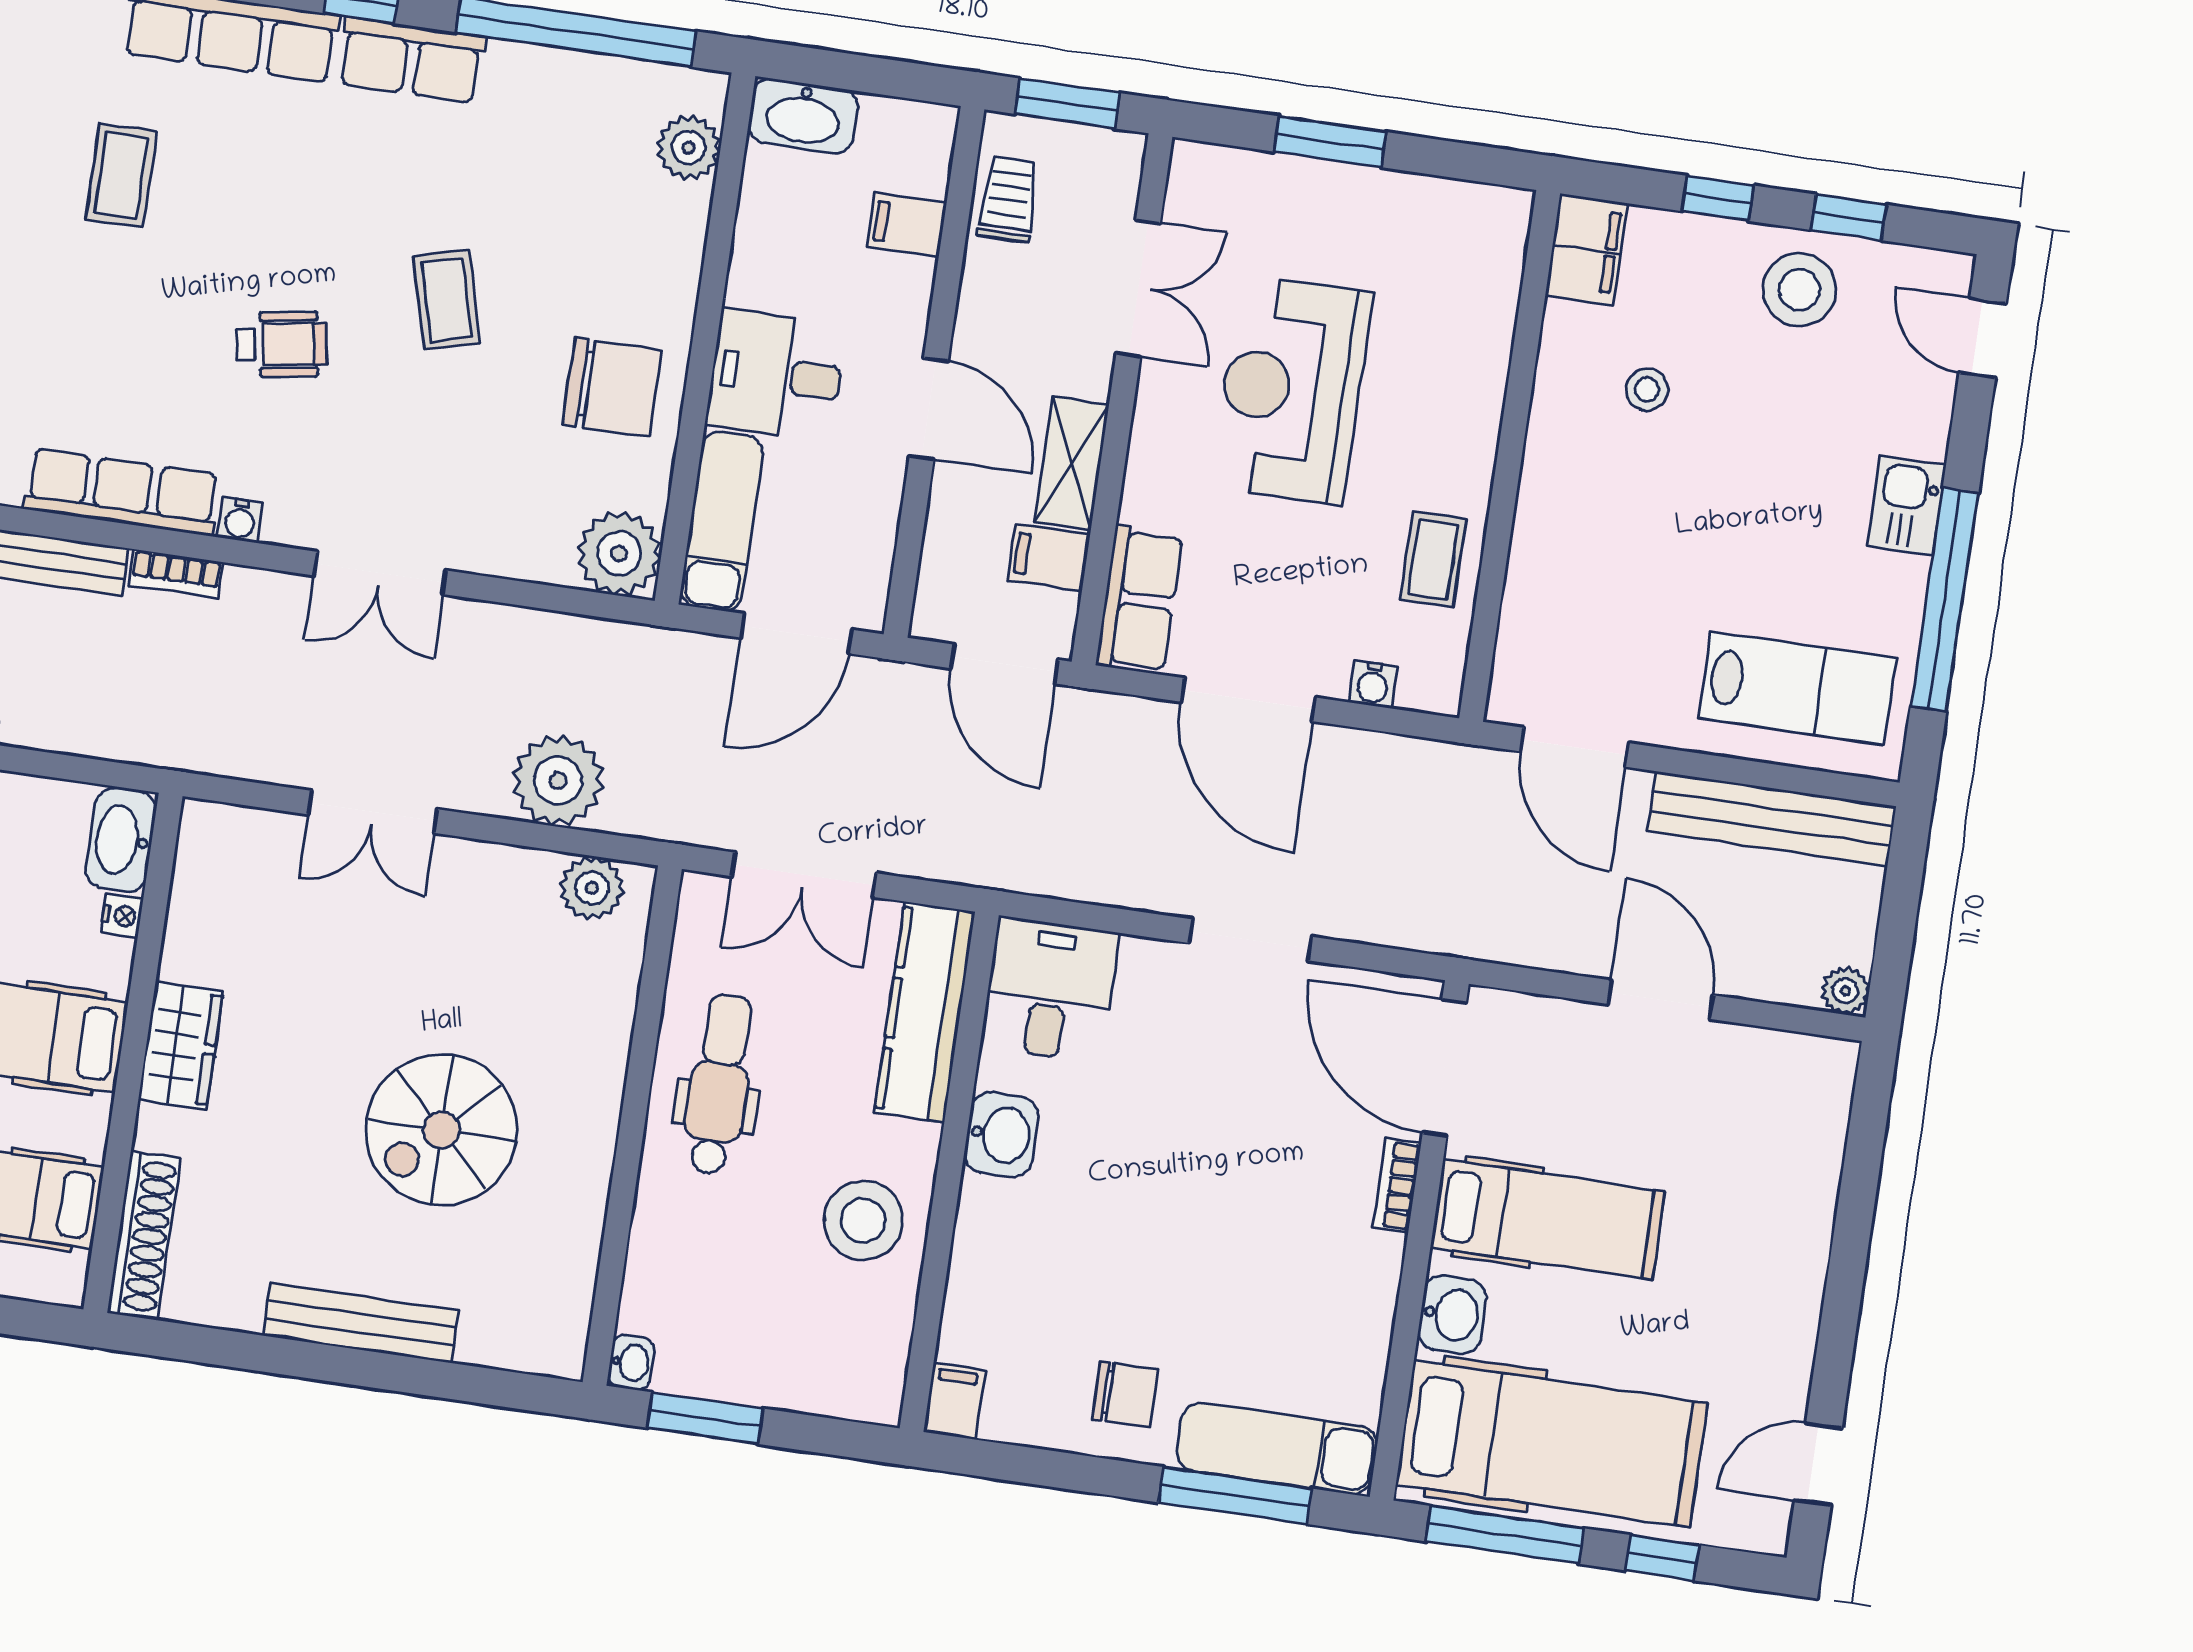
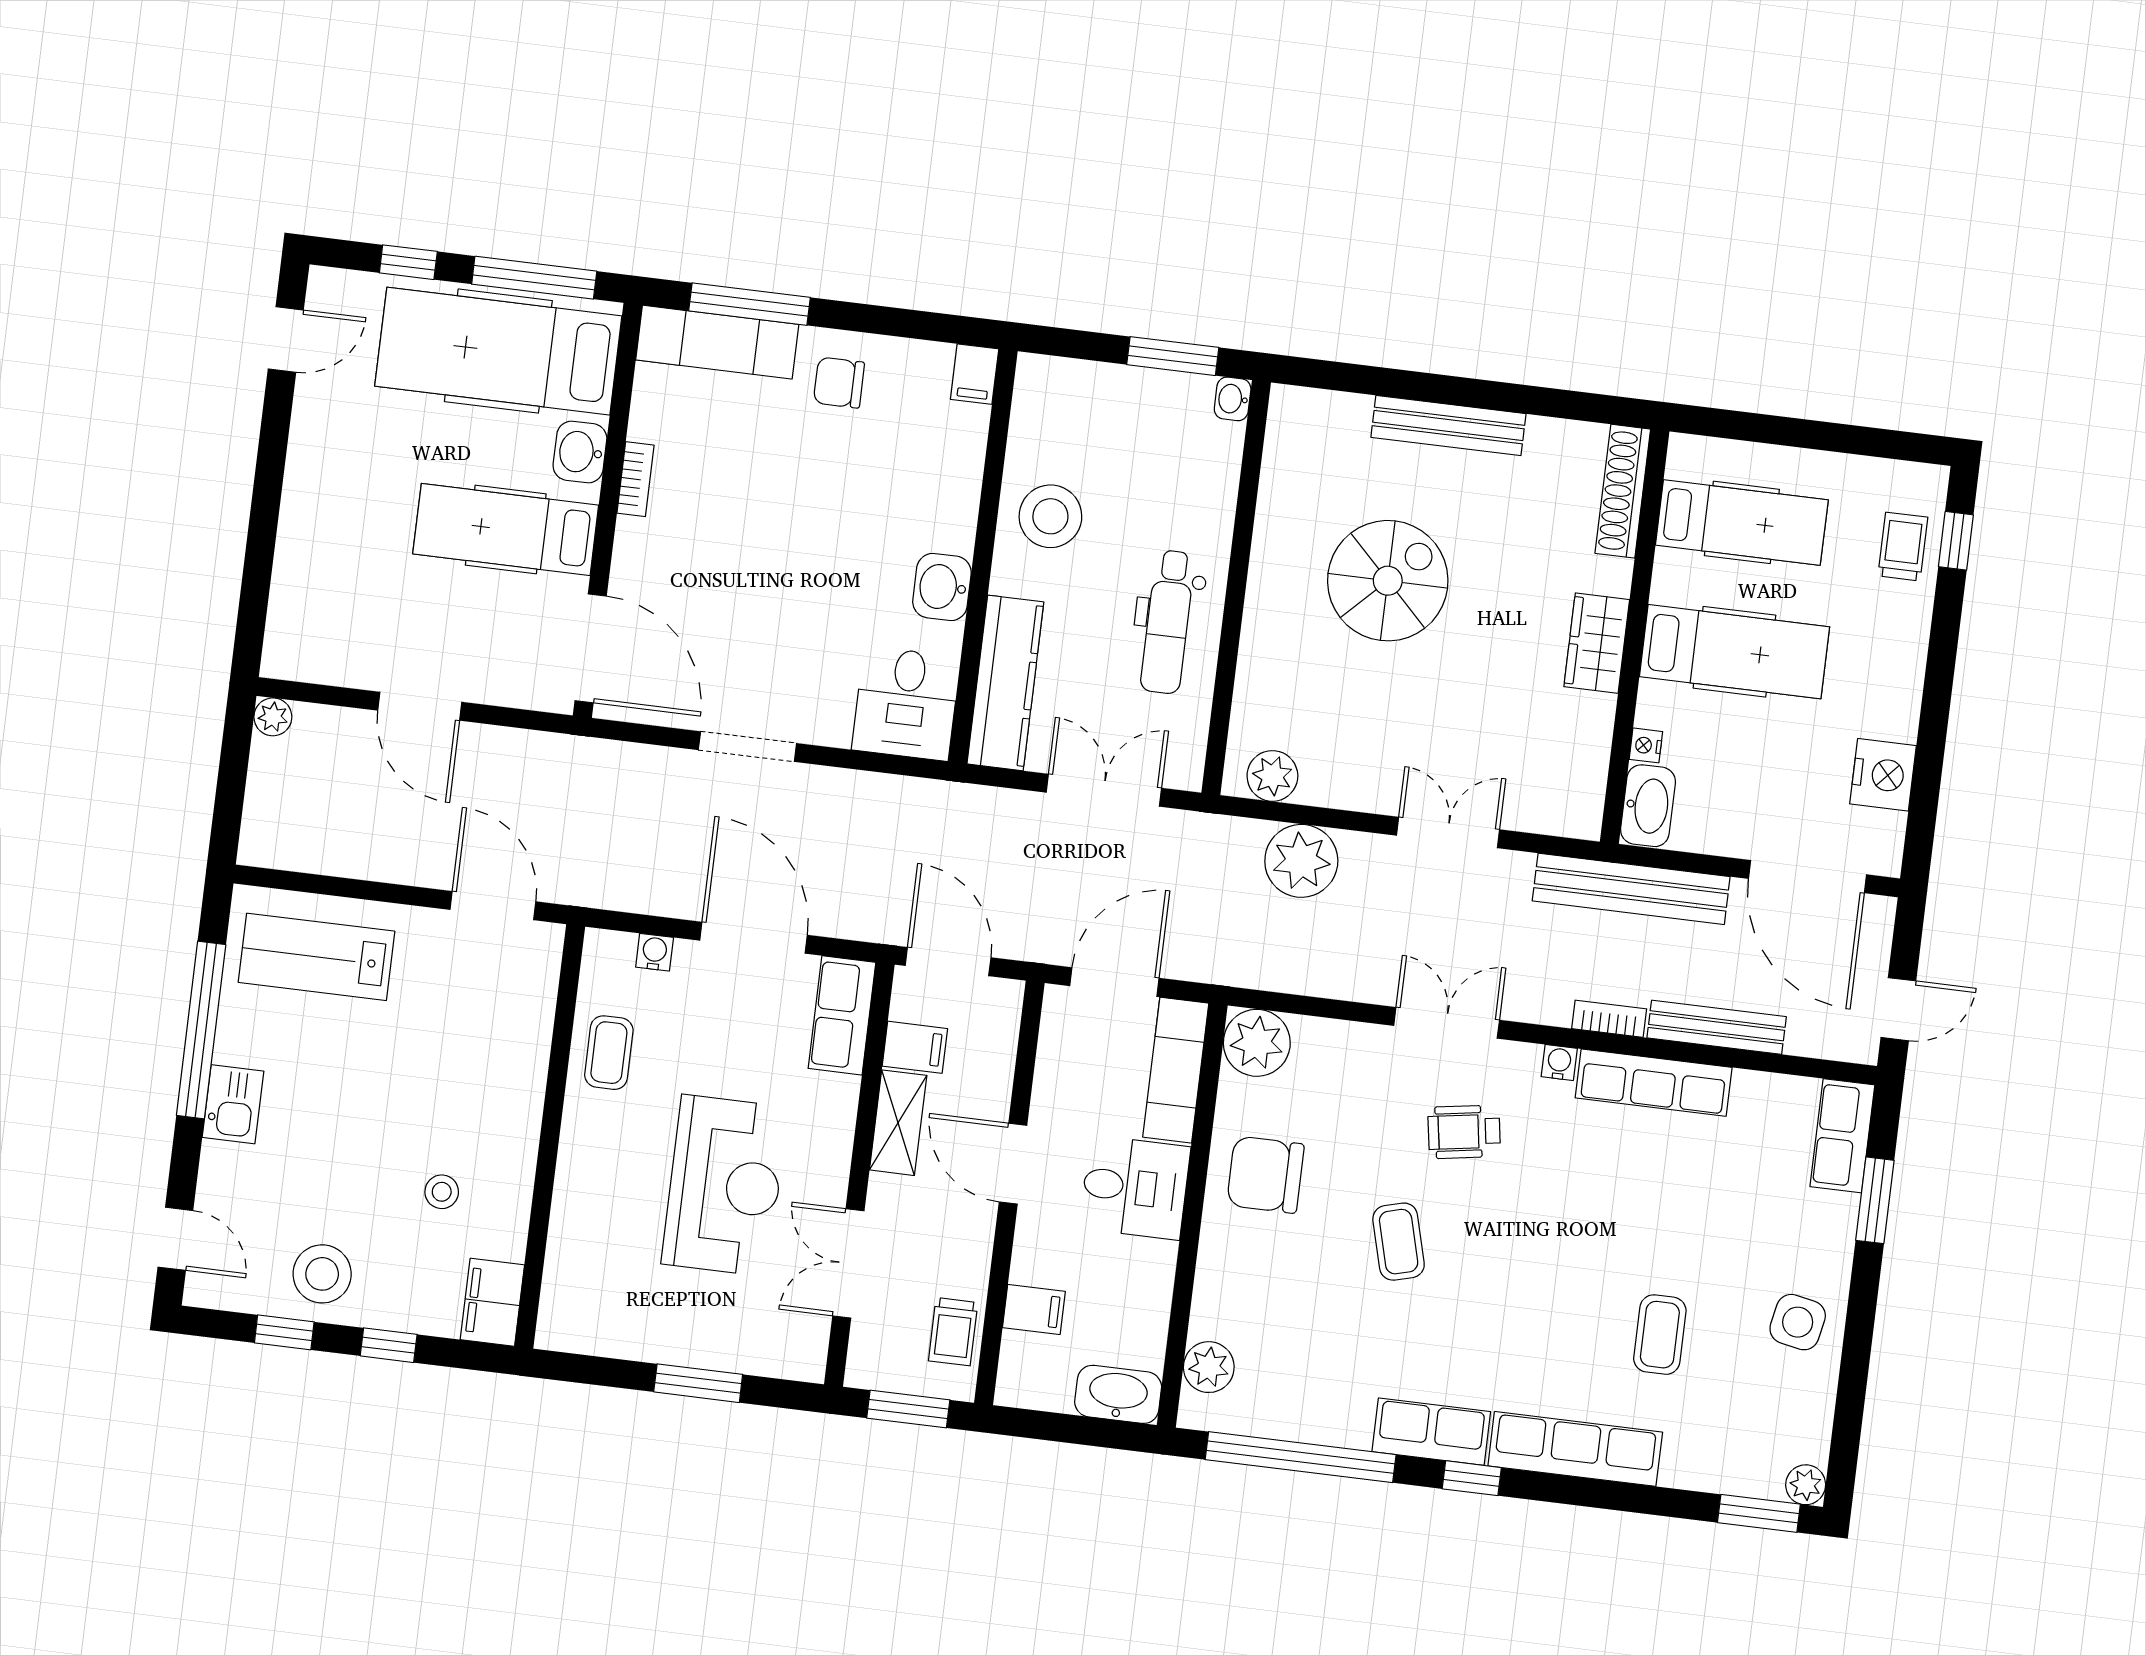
wheelchair: (282, 344) -> (1464, 1132), moved
bench: (1772, 819) -> (1631, 889), moved
bookcase: (1397, 1185) -> (636, 479), moved

